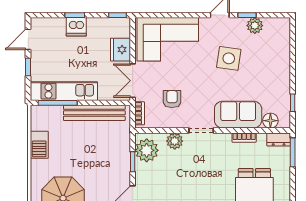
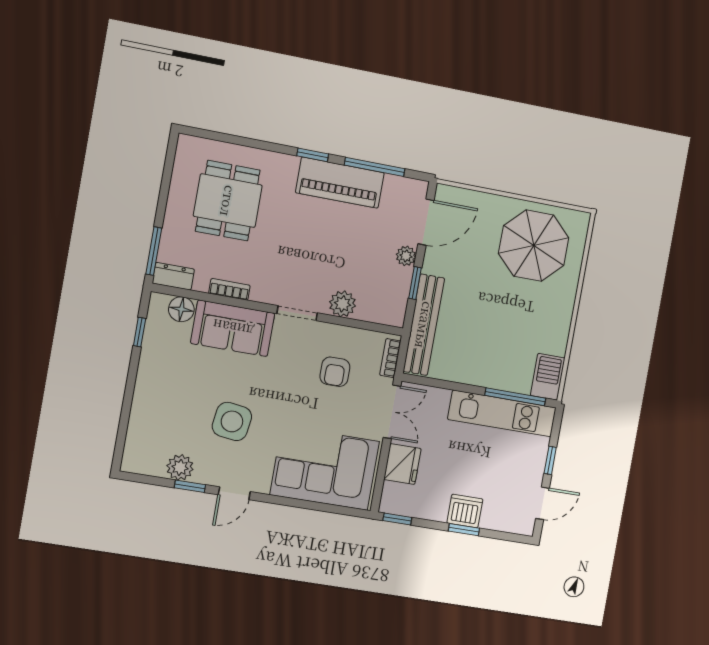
bench: (94, 113) -> (424, 325), moved, turned 90
barbecue: (39, 145) -> (548, 377), moved
plant: (147, 150) -> (406, 256), moved, width x0.53, depth x0.53

